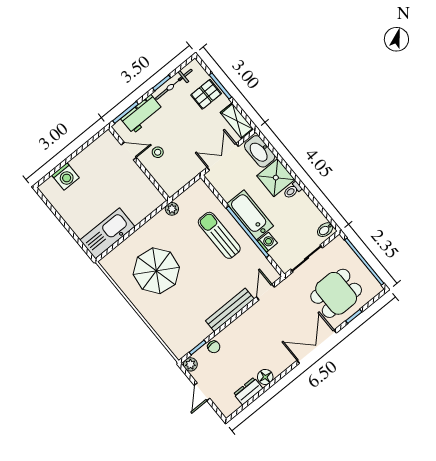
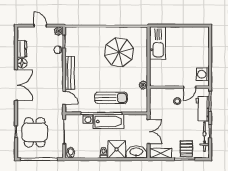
washing machine: (65, 176) -> (203, 74), moved
double door: (317, 347) -> (16, 85), moved

